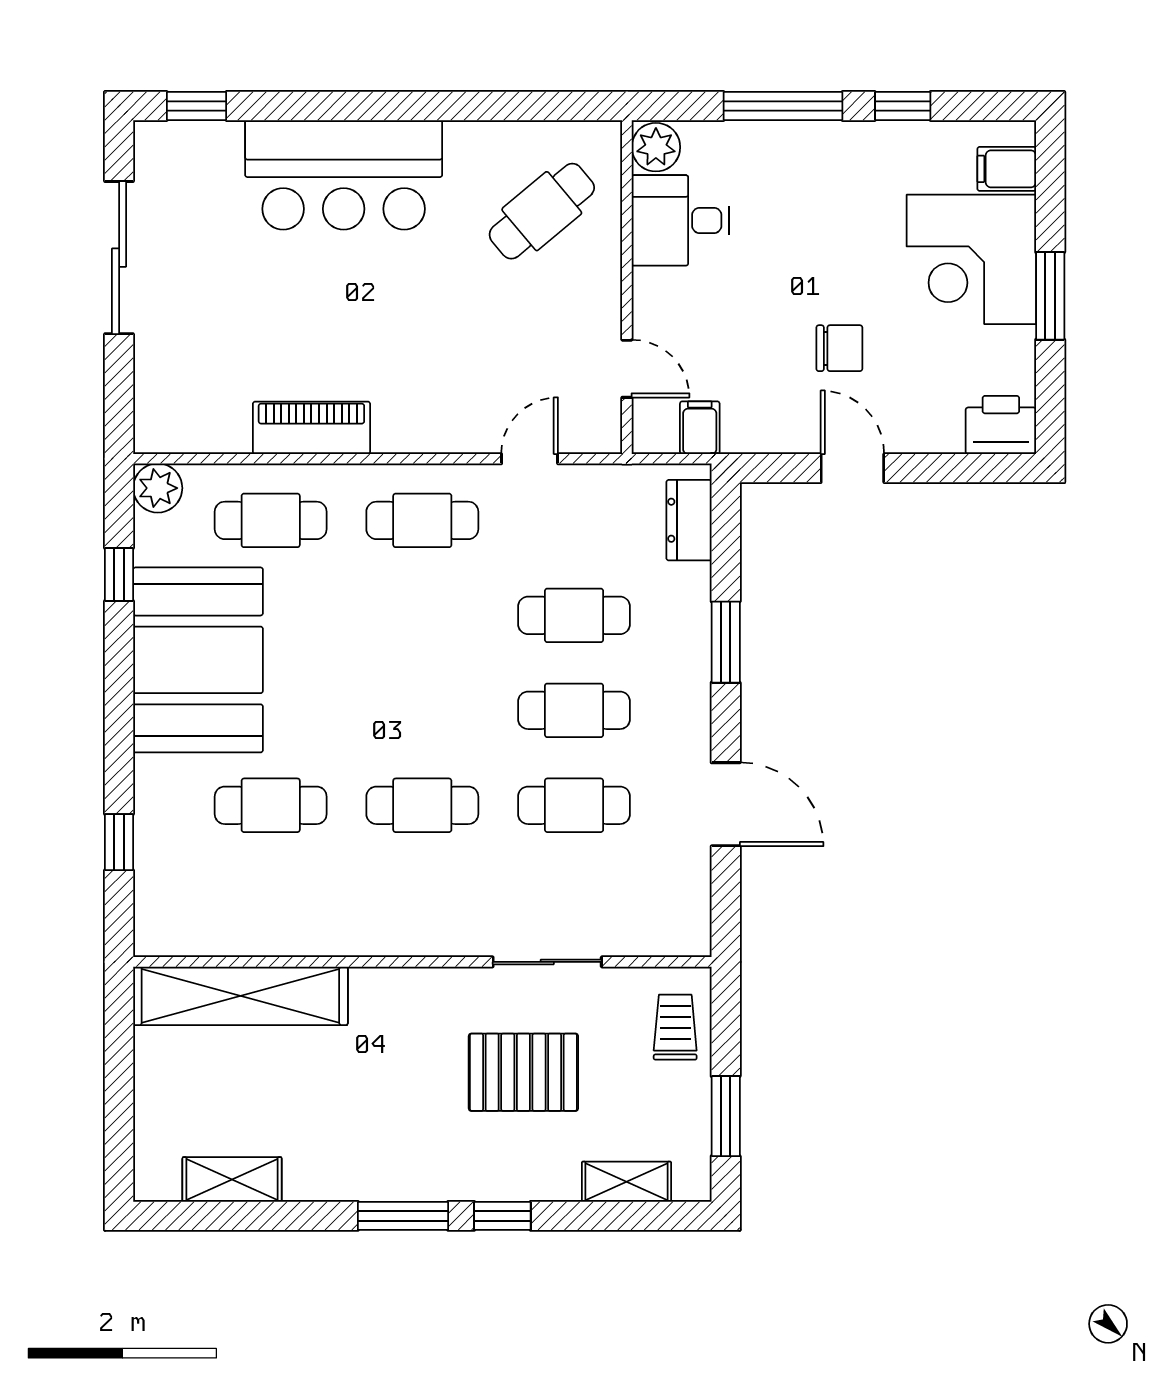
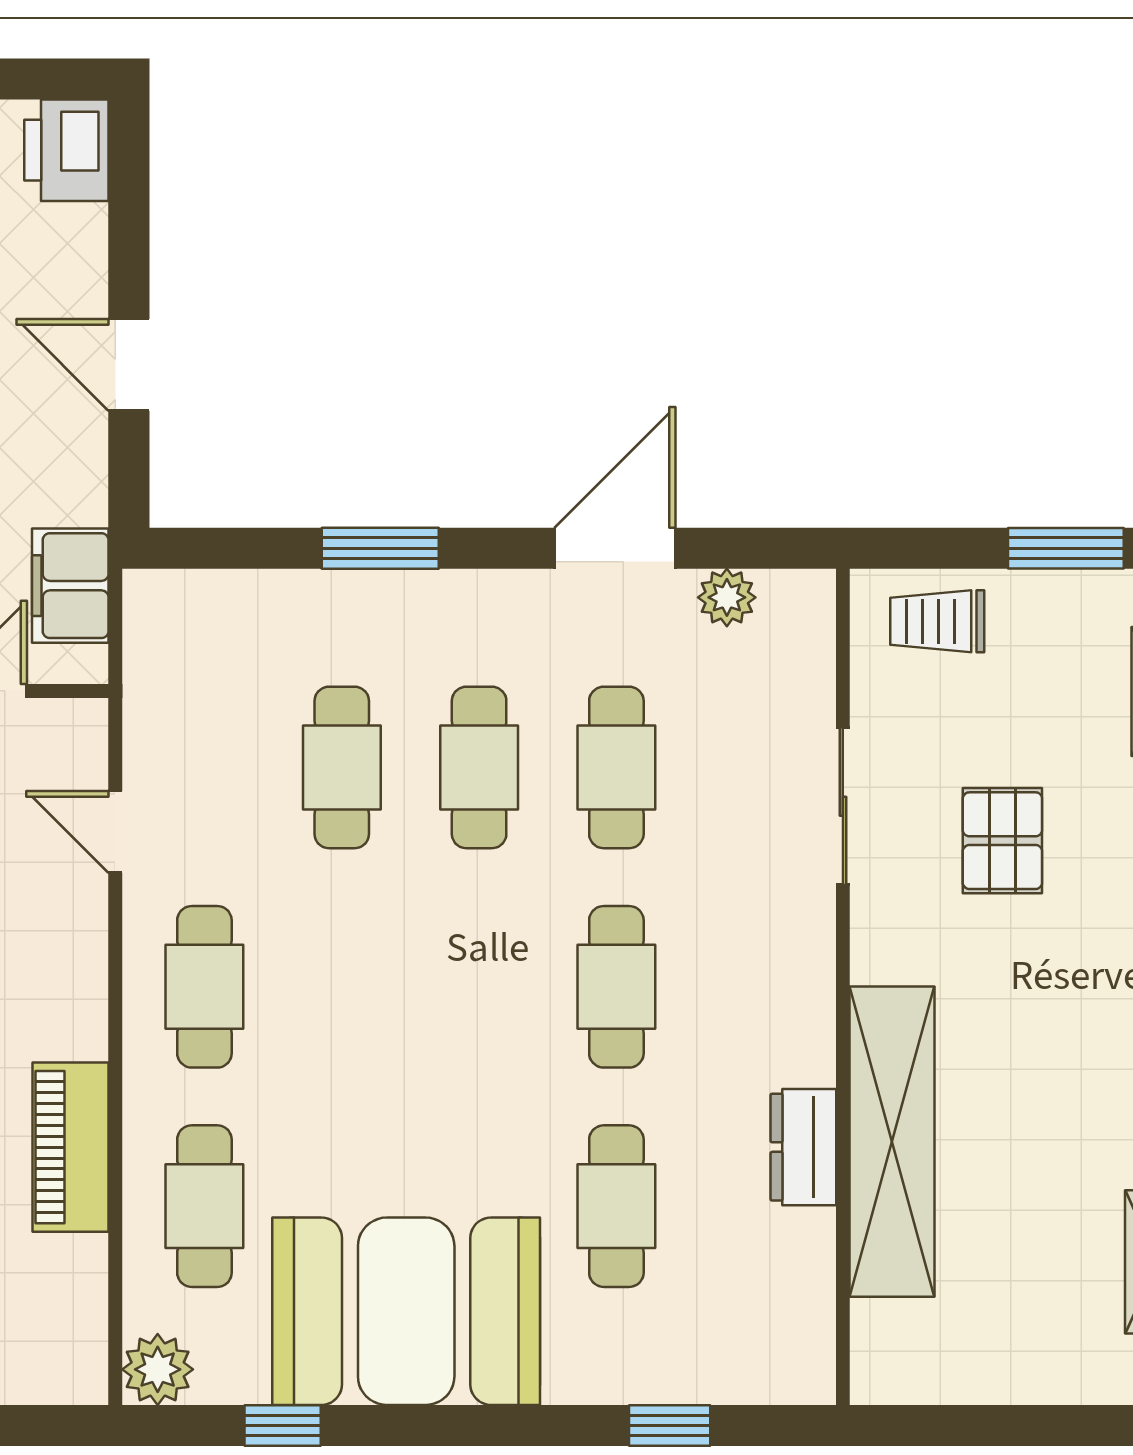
filing cabinet: (700, 428) -> (70, 586), width x2.00
door: (852, 468) -> (129, 365), hinge flipped
dresser: (689, 520) -> (803, 1147), moved, turned 90
plant: (692, 882) -> (727, 597), added
shelving: (240, 996) -> (892, 1142), moved
pallet: (523, 1072) -> (1002, 841), width x0.67, depth x0.71

